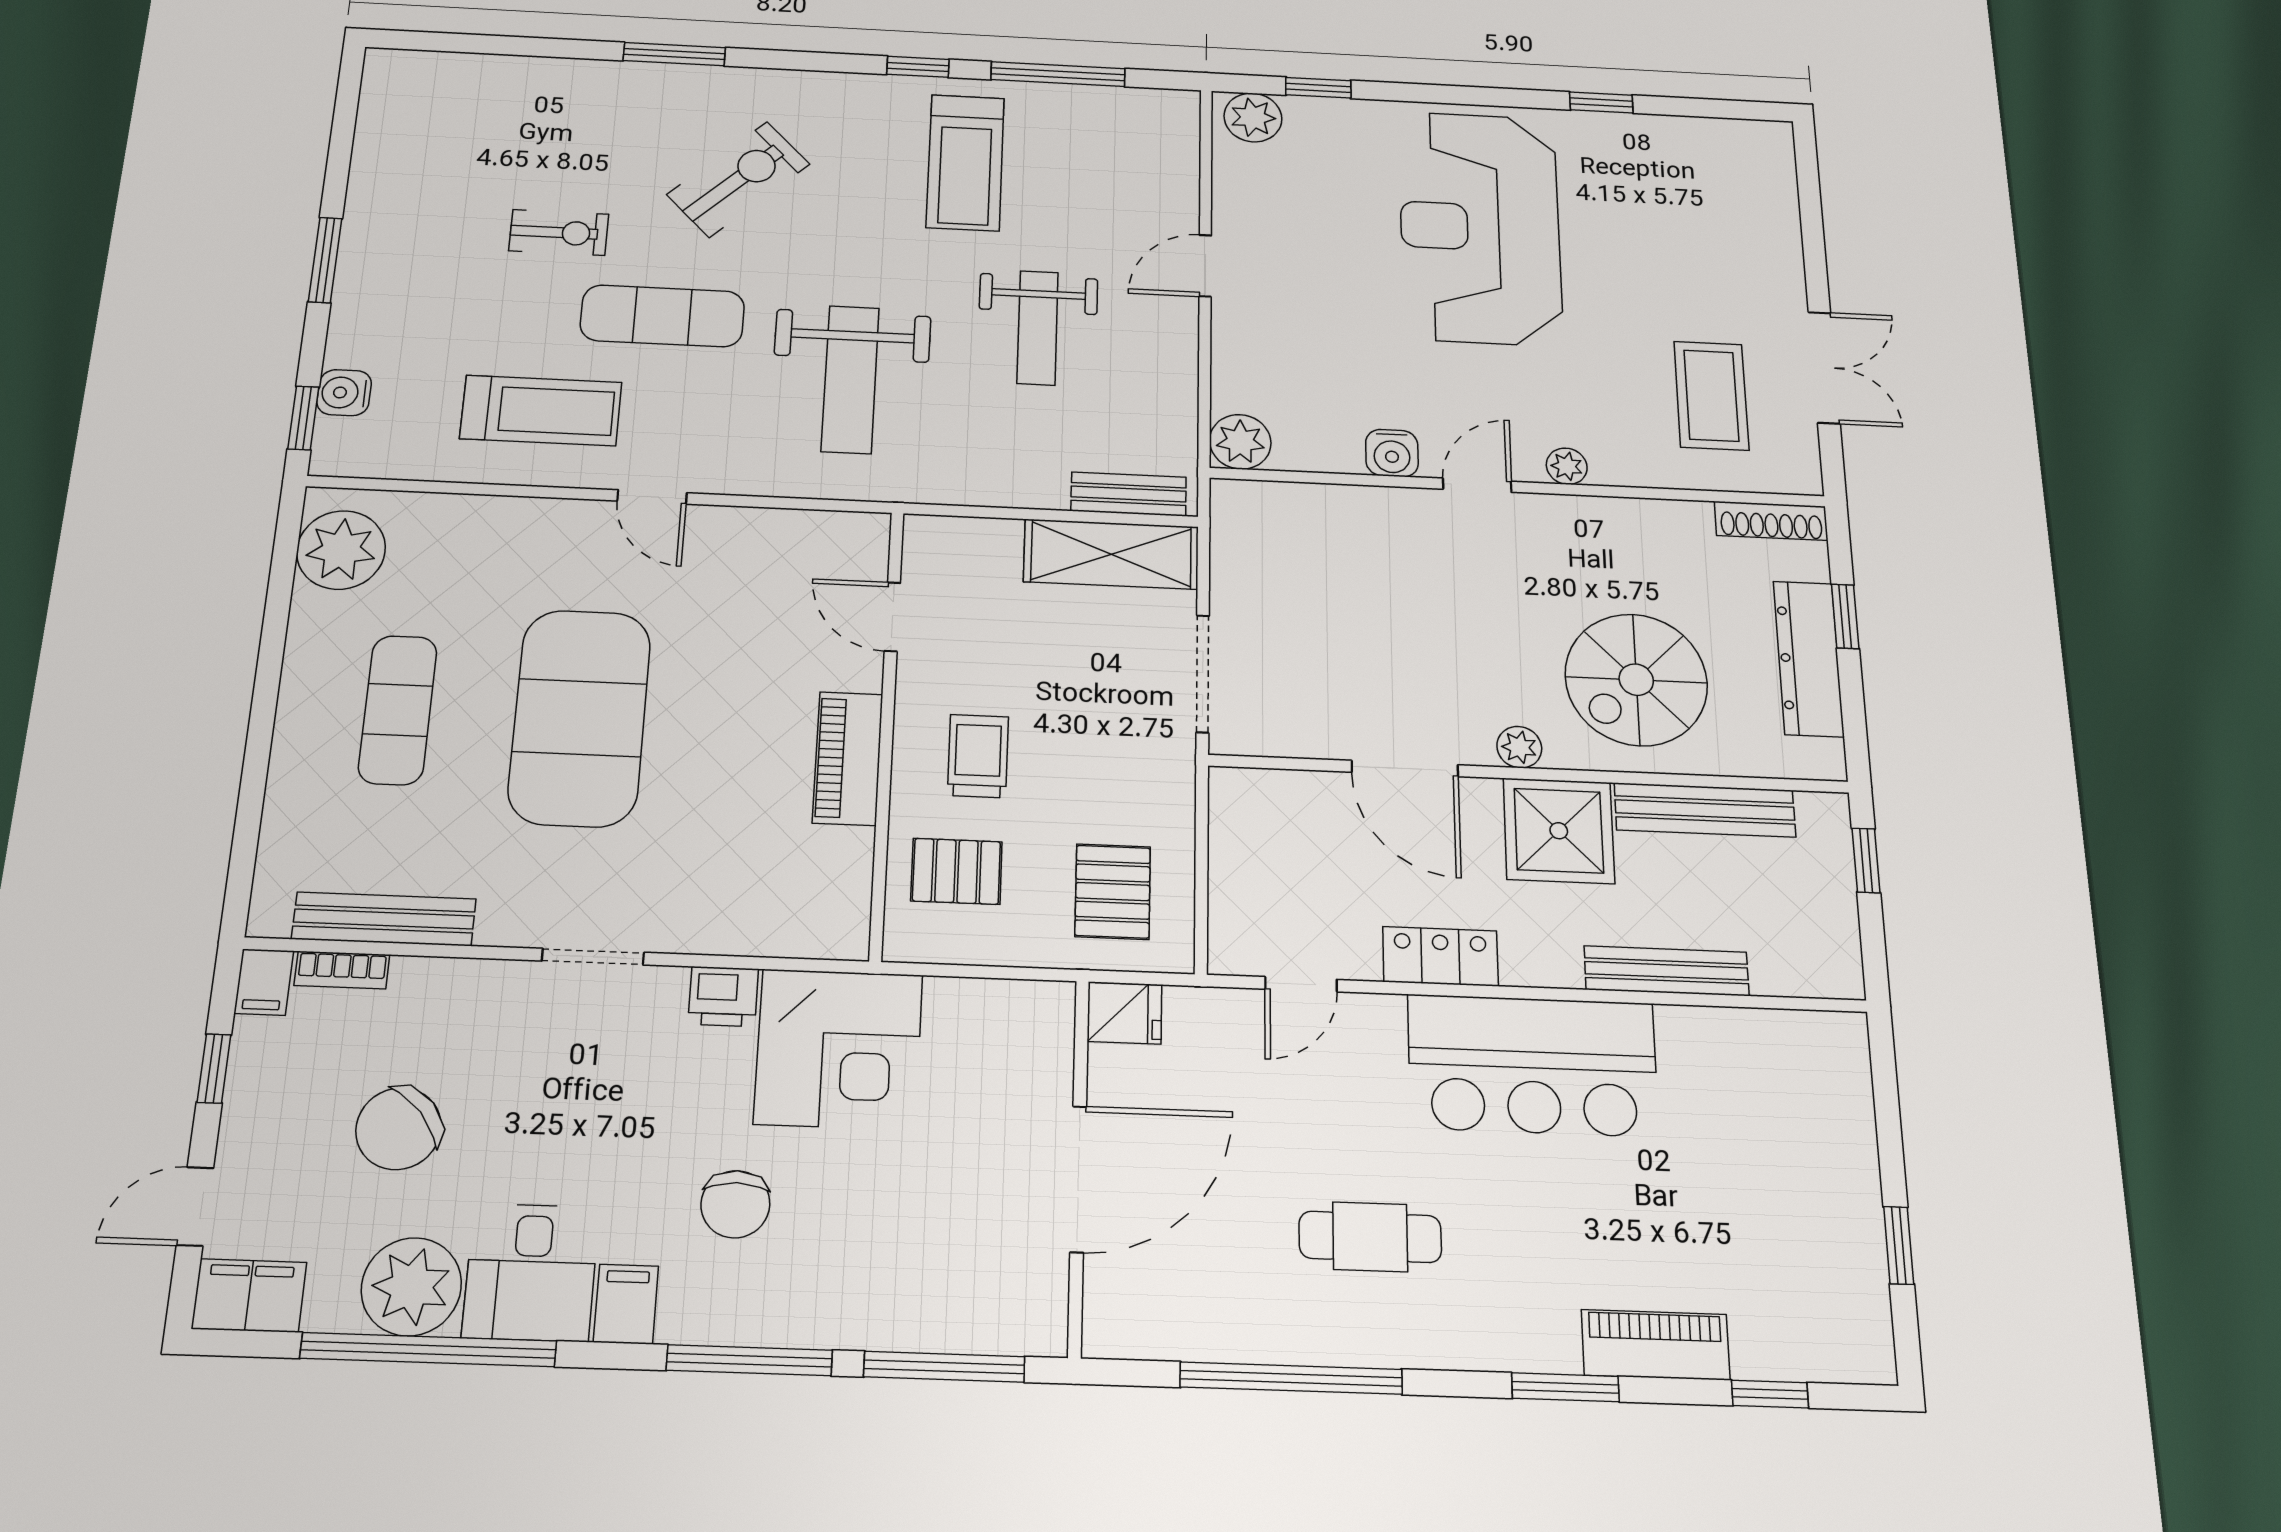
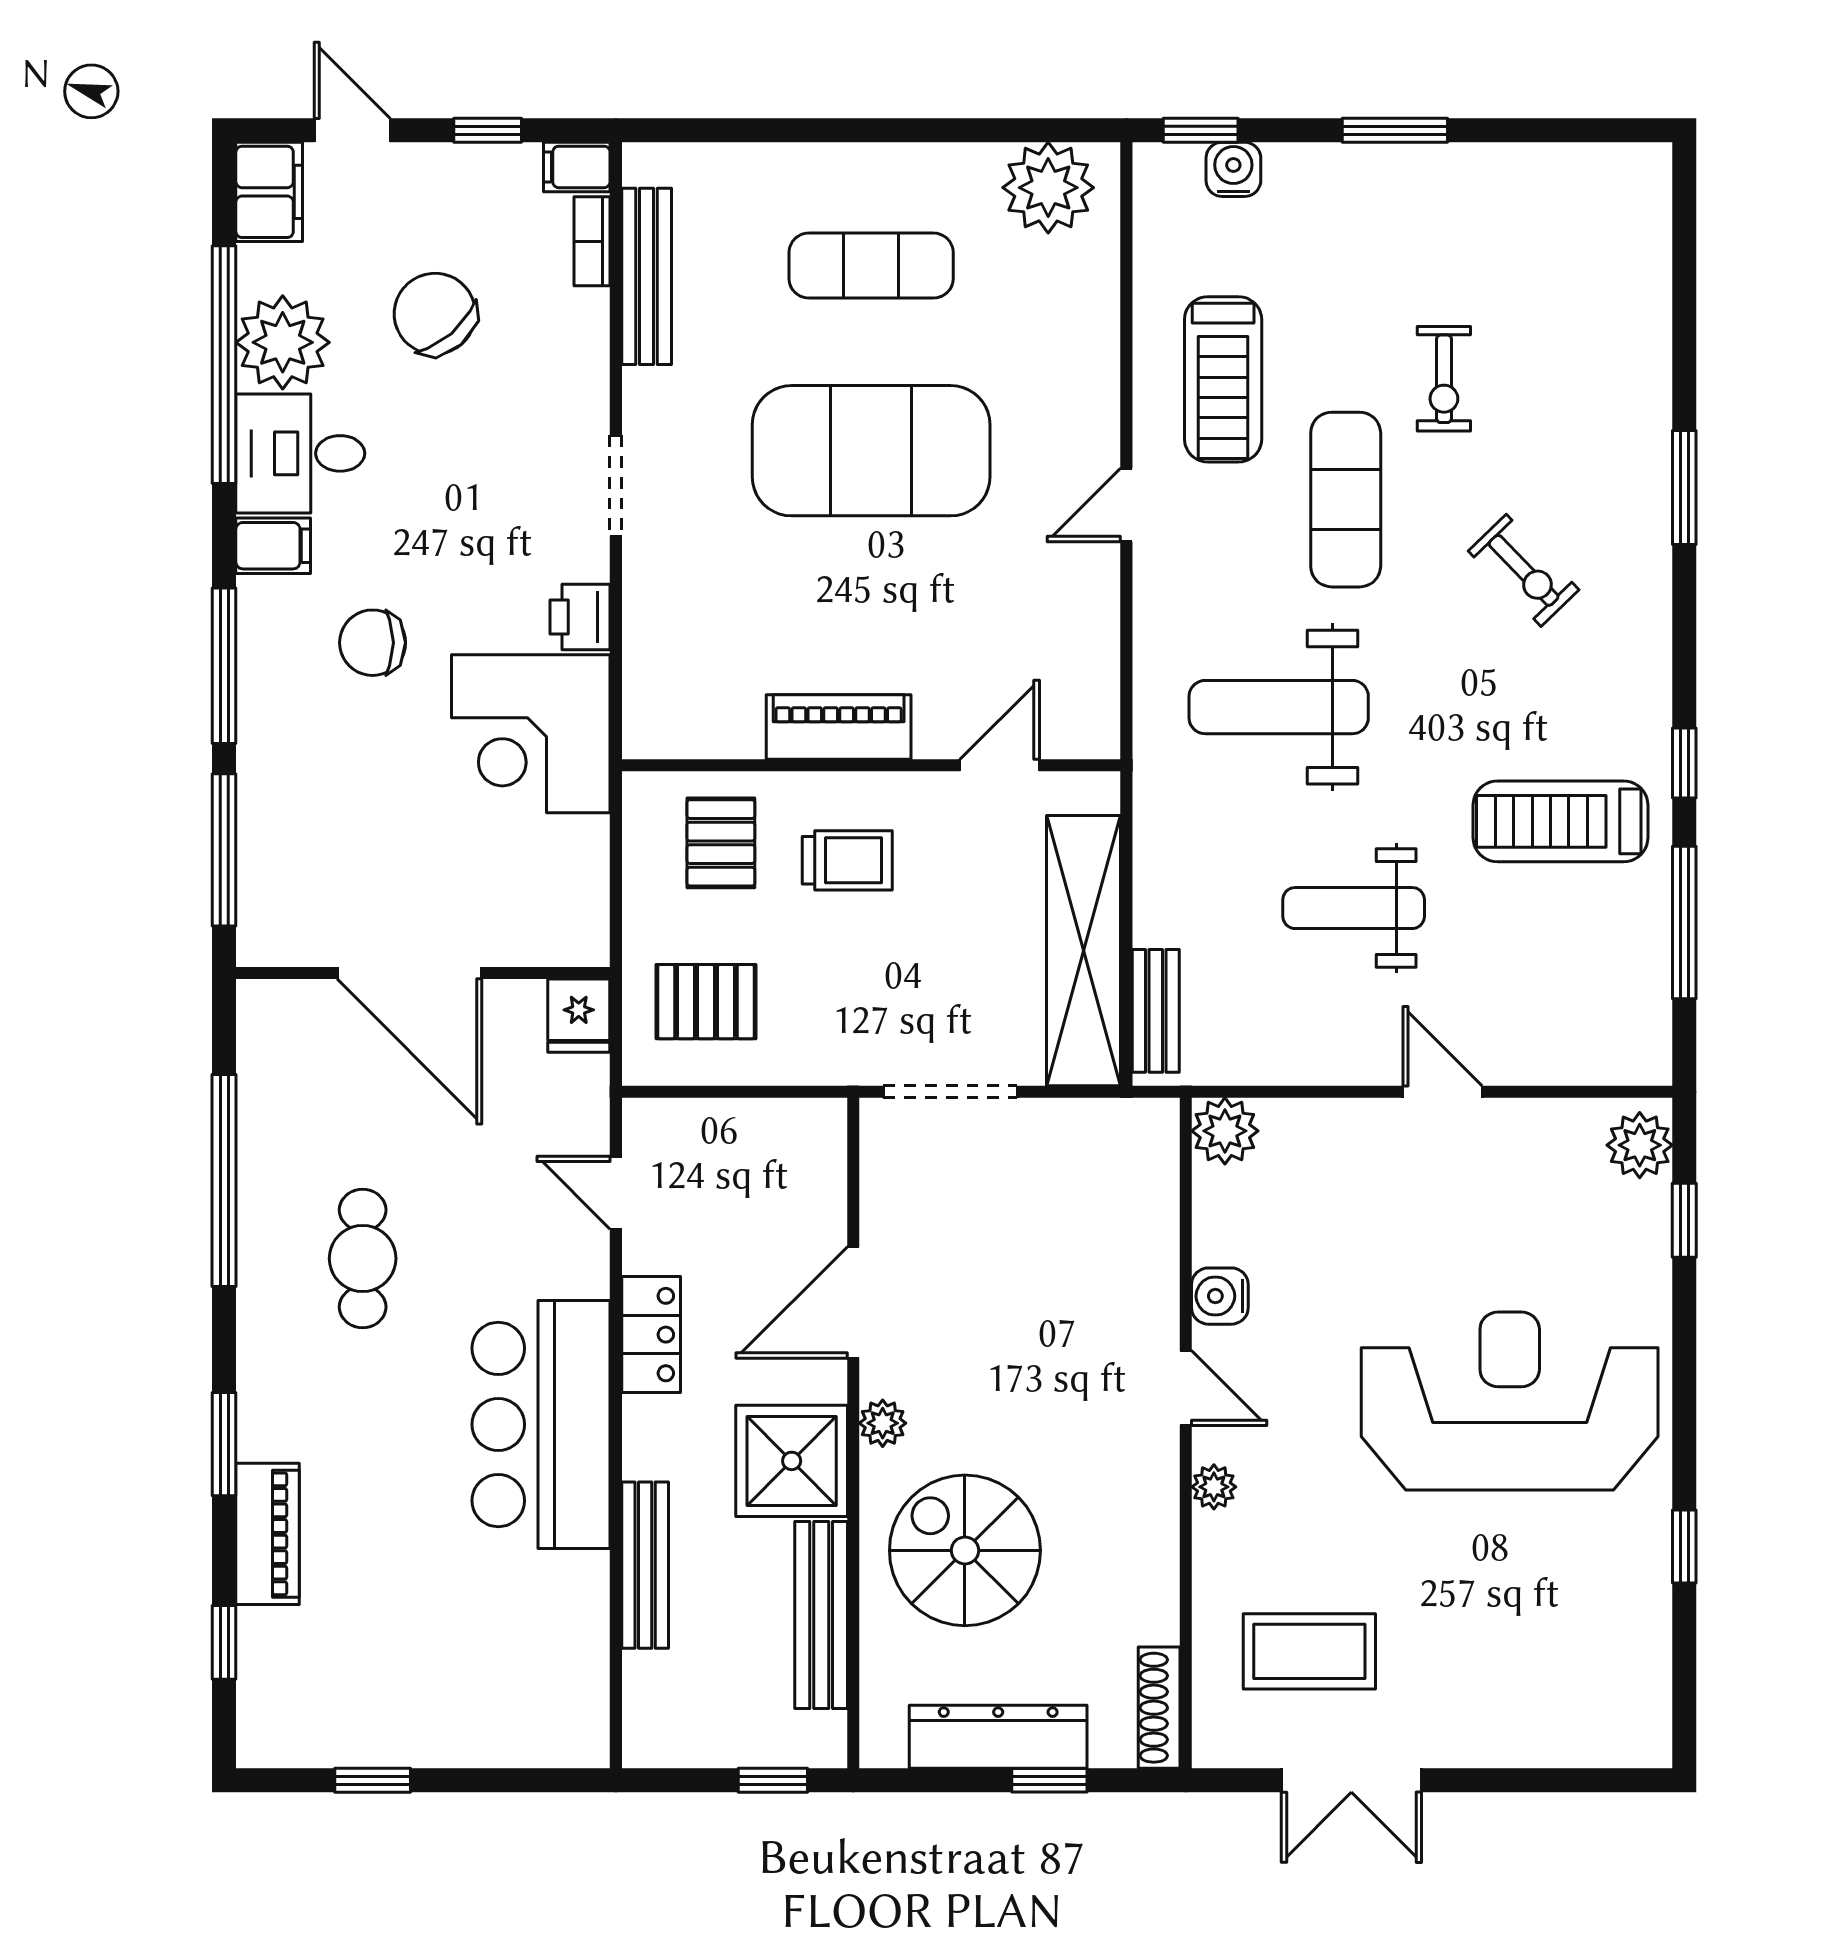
exercise bike: (738, 179) -> (1524, 570), width x0.73, depth x0.72
shelving: (1111, 554) -> (1084, 951), width x1.47

